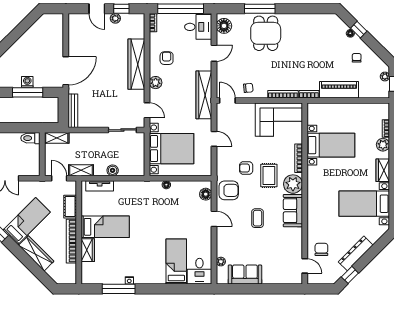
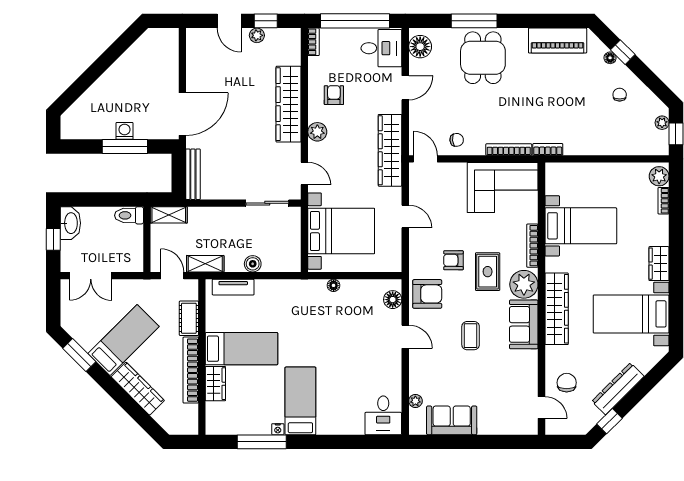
piano: (339, 90) -> (558, 41), moved, turned 180
plant: (383, 145) -> (659, 176), moved
wardrobe: (315, 200) -> (557, 309), added
bed: (176, 262) -> (300, 401), moved

